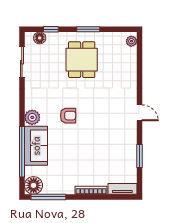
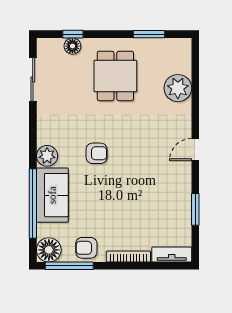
window: (88, 29) -> (149, 34), moved
floor lamp: (40, 38) -> (72, 46), moved
plant: (131, 41) -> (178, 88), moved, width x1.88, depth x1.88
door: (139, 113) -> (195, 150), swing flipped
armchair: (61, 184) -> (86, 248), added

